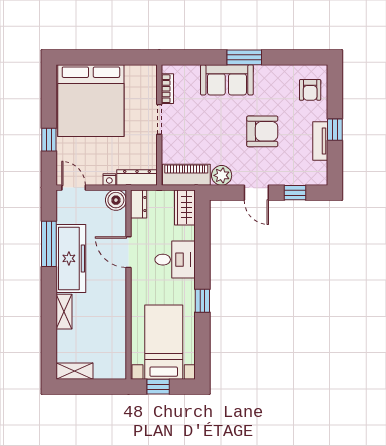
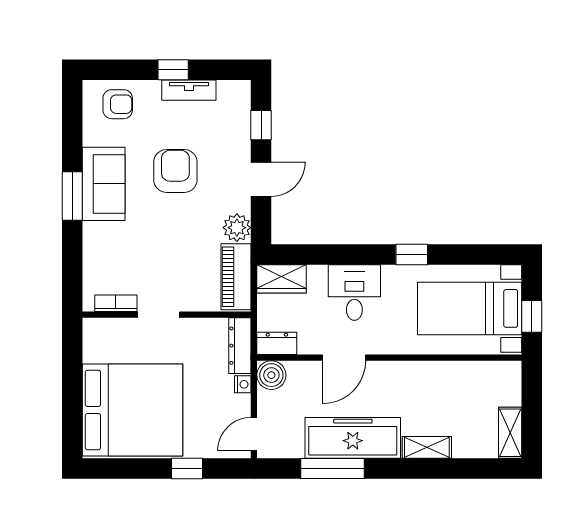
sofa: (227, 80) -> (104, 184), moved

